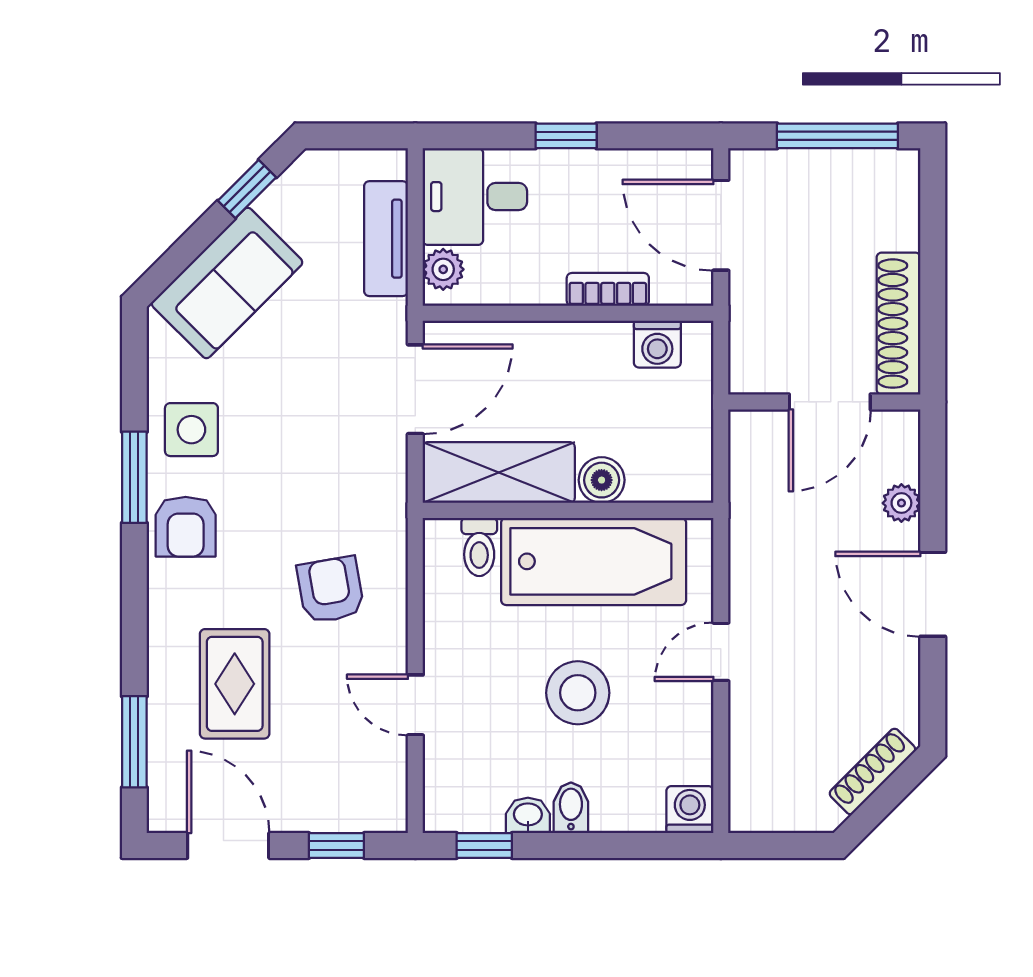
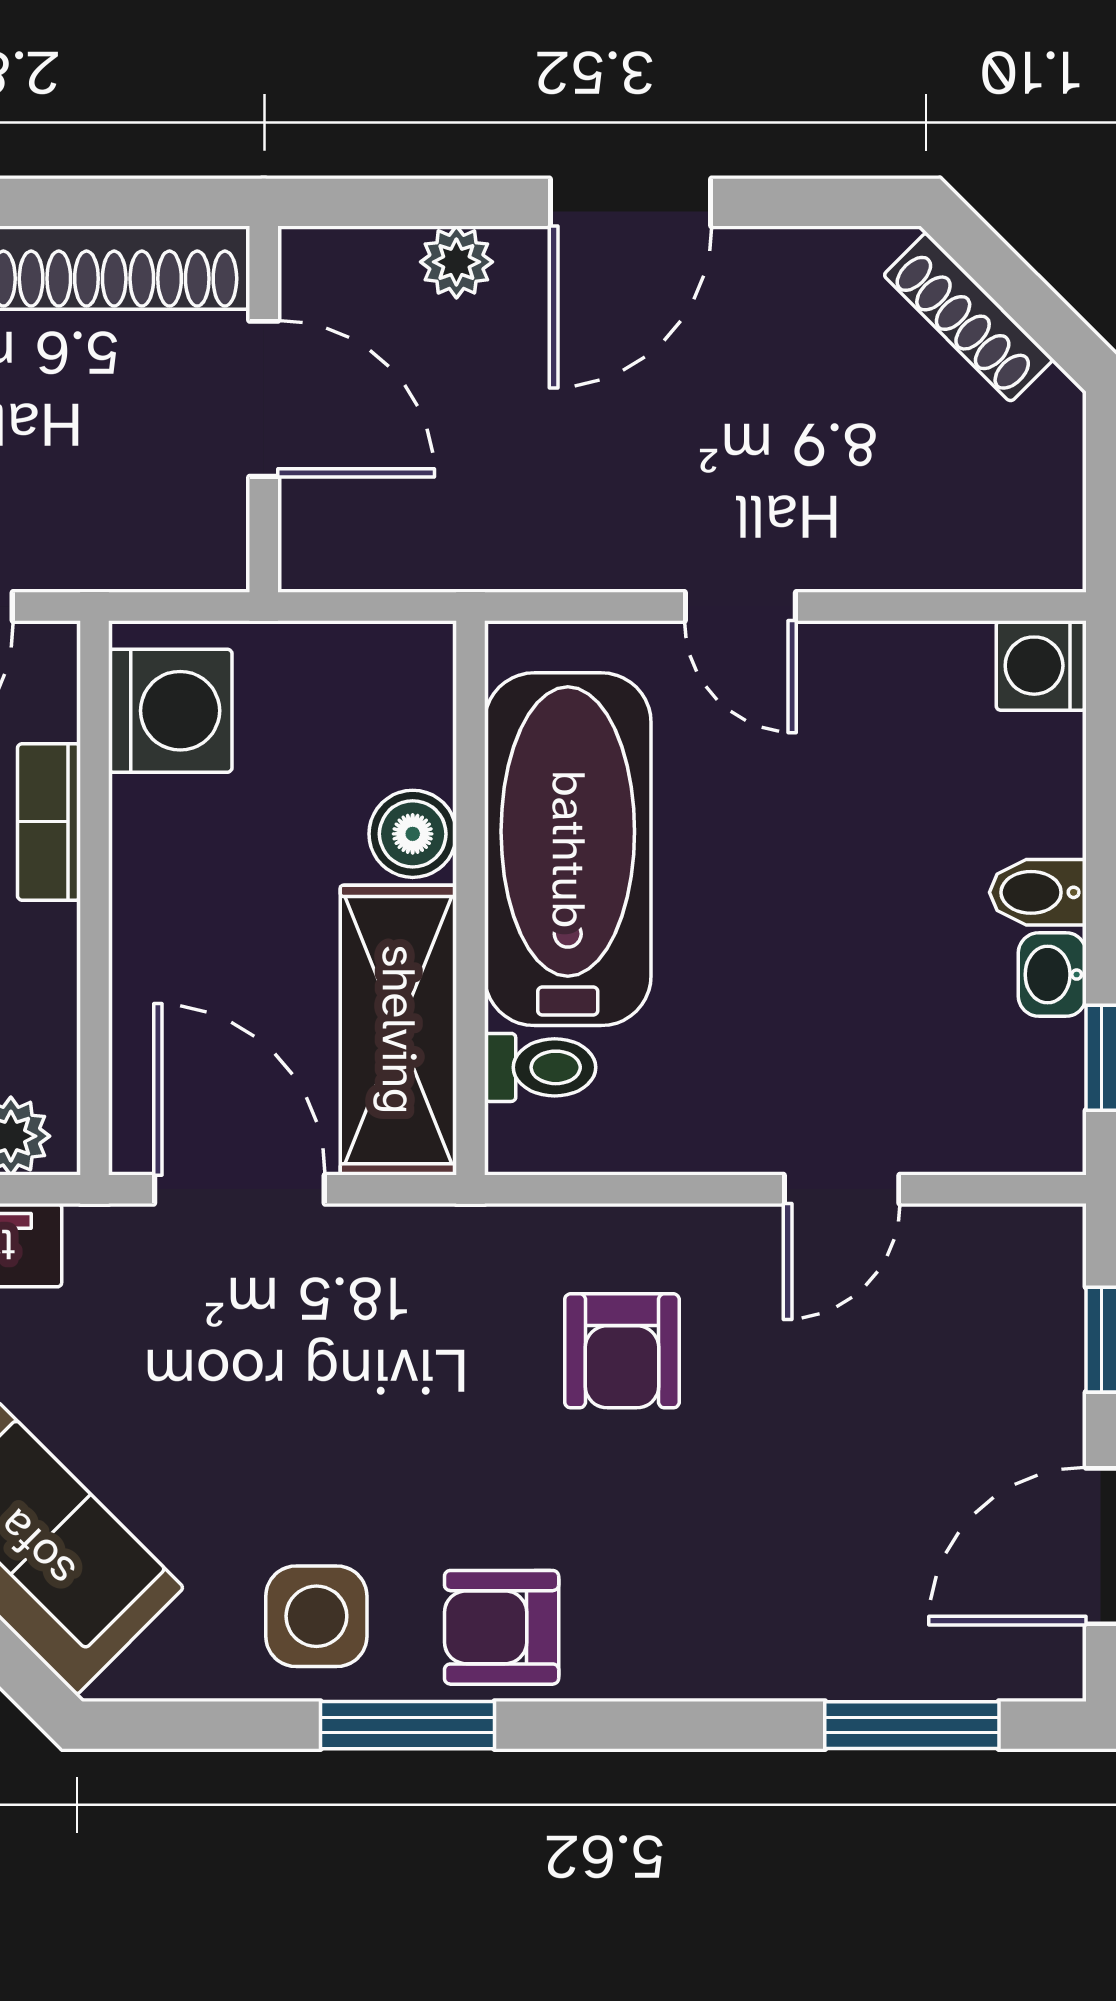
washing machine: (657, 344) -> (170, 711), width x1.38, depth x1.38
armchair: (186, 527) -> (502, 1627), turned 180
armchair: (331, 590) -> (622, 1351), turned -80
rug: (235, 684) -> (801, 1534), removed
stool: (578, 693) -> (818, 879), removed

